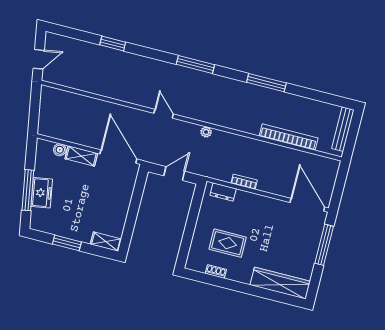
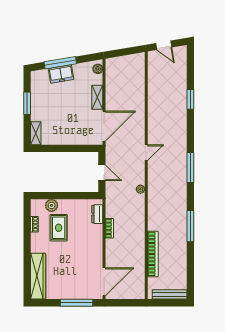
boiler: (60, 150) -> (98, 69), moved
plant: (198, 245) -> (52, 205), added

